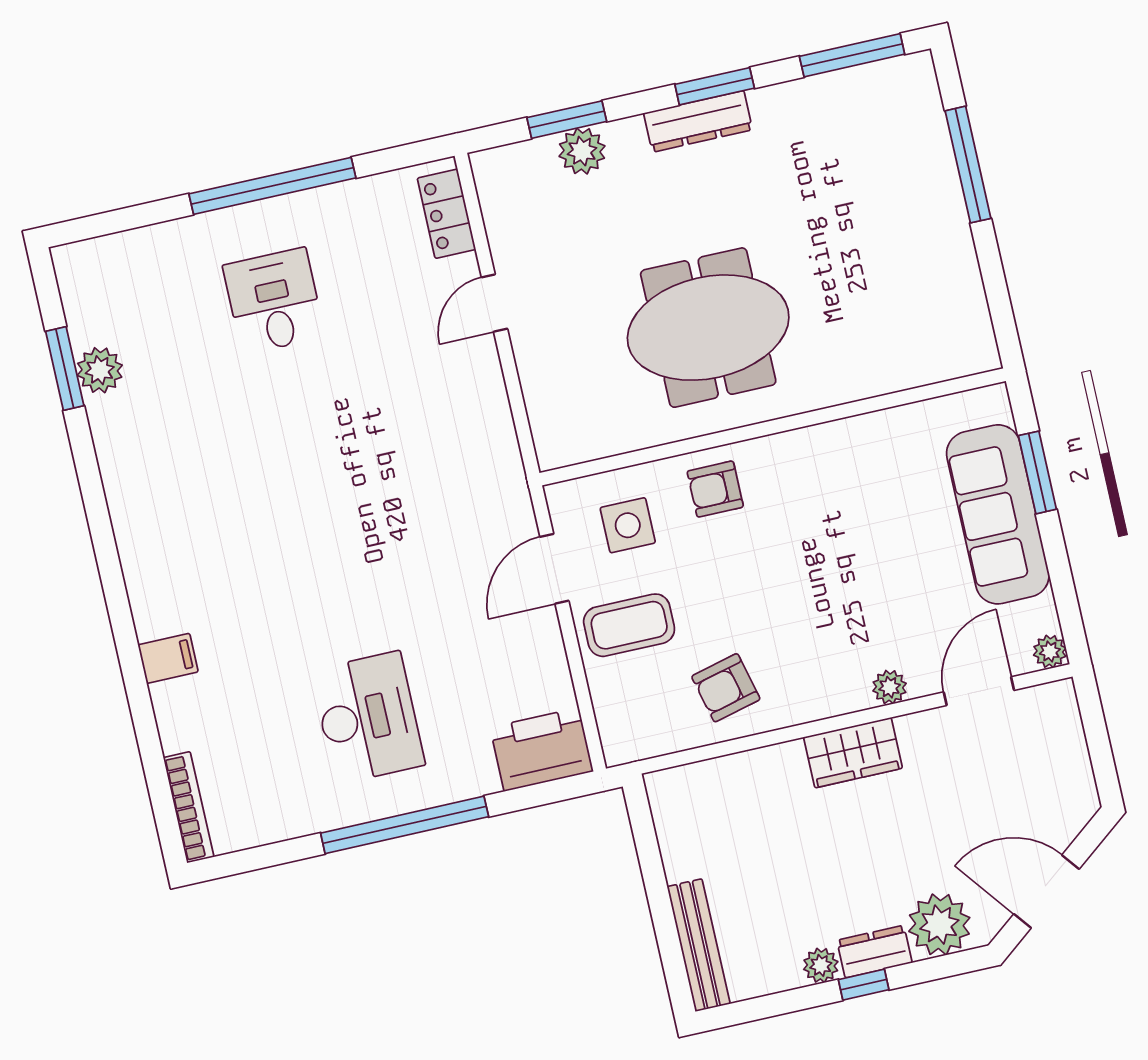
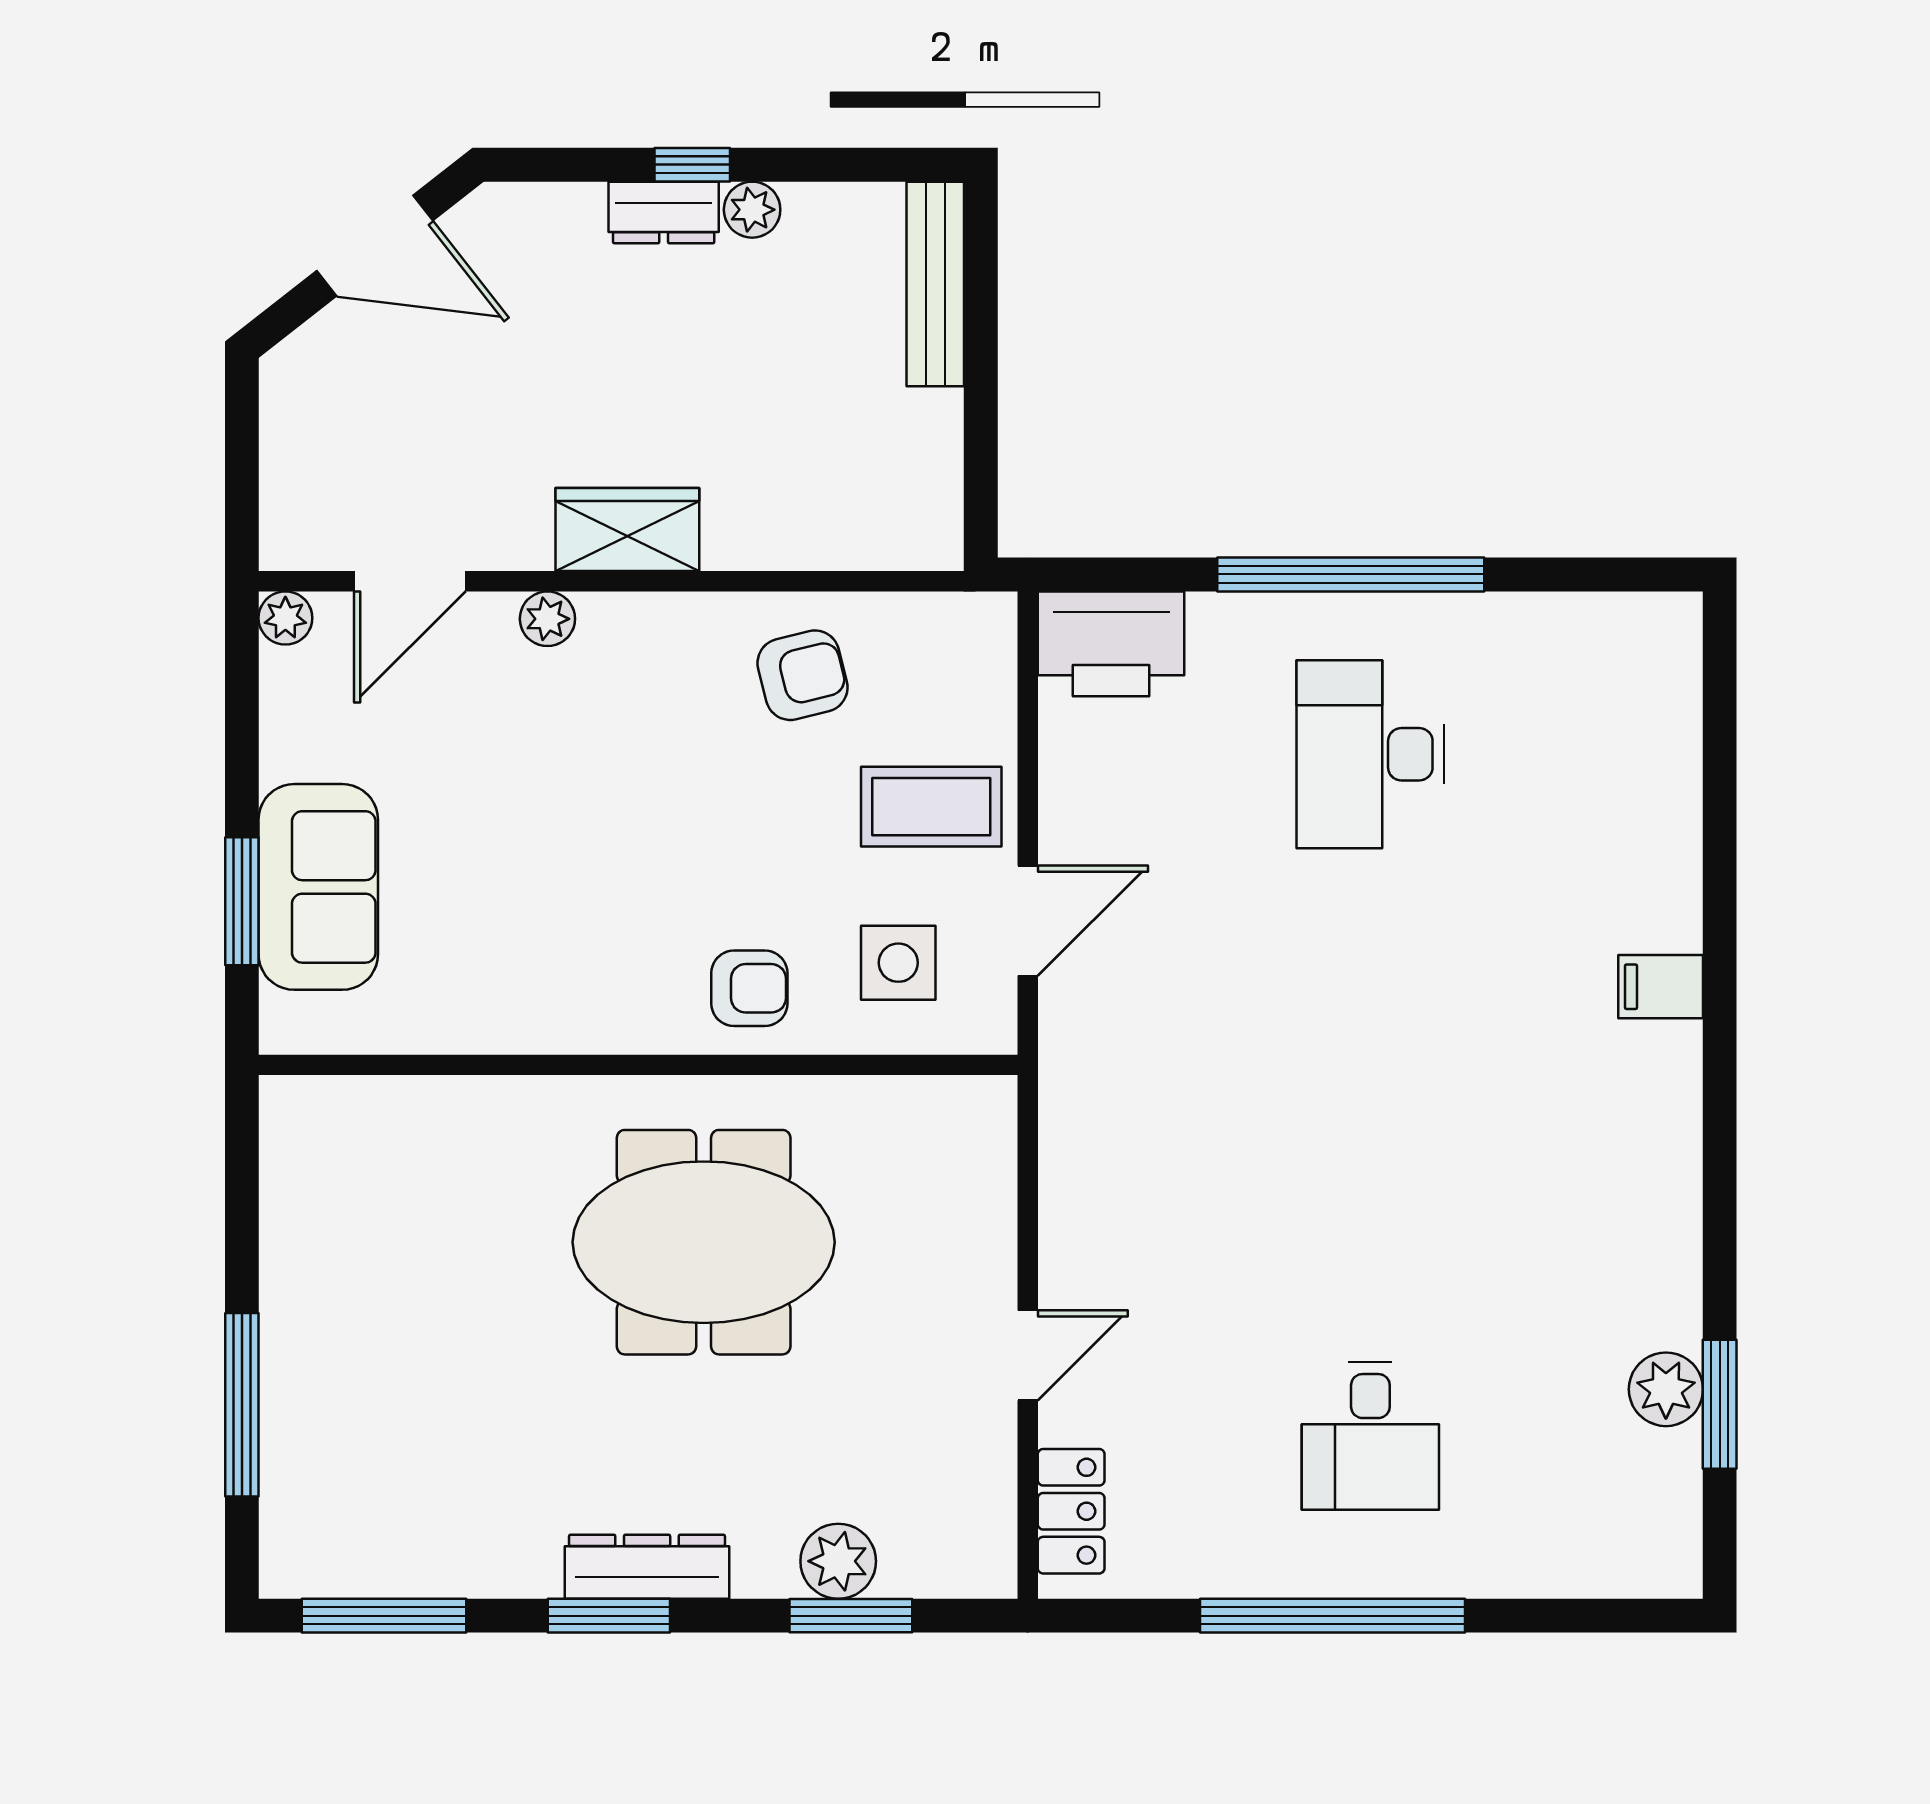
sofa: (998, 514) -> (318, 887), width x0.73
filing cabinet: (168, 658) -> (1661, 987), moved
bookcase: (189, 807) -> (1681, 678), removed
plant: (939, 925) -> (553, 232), removed

